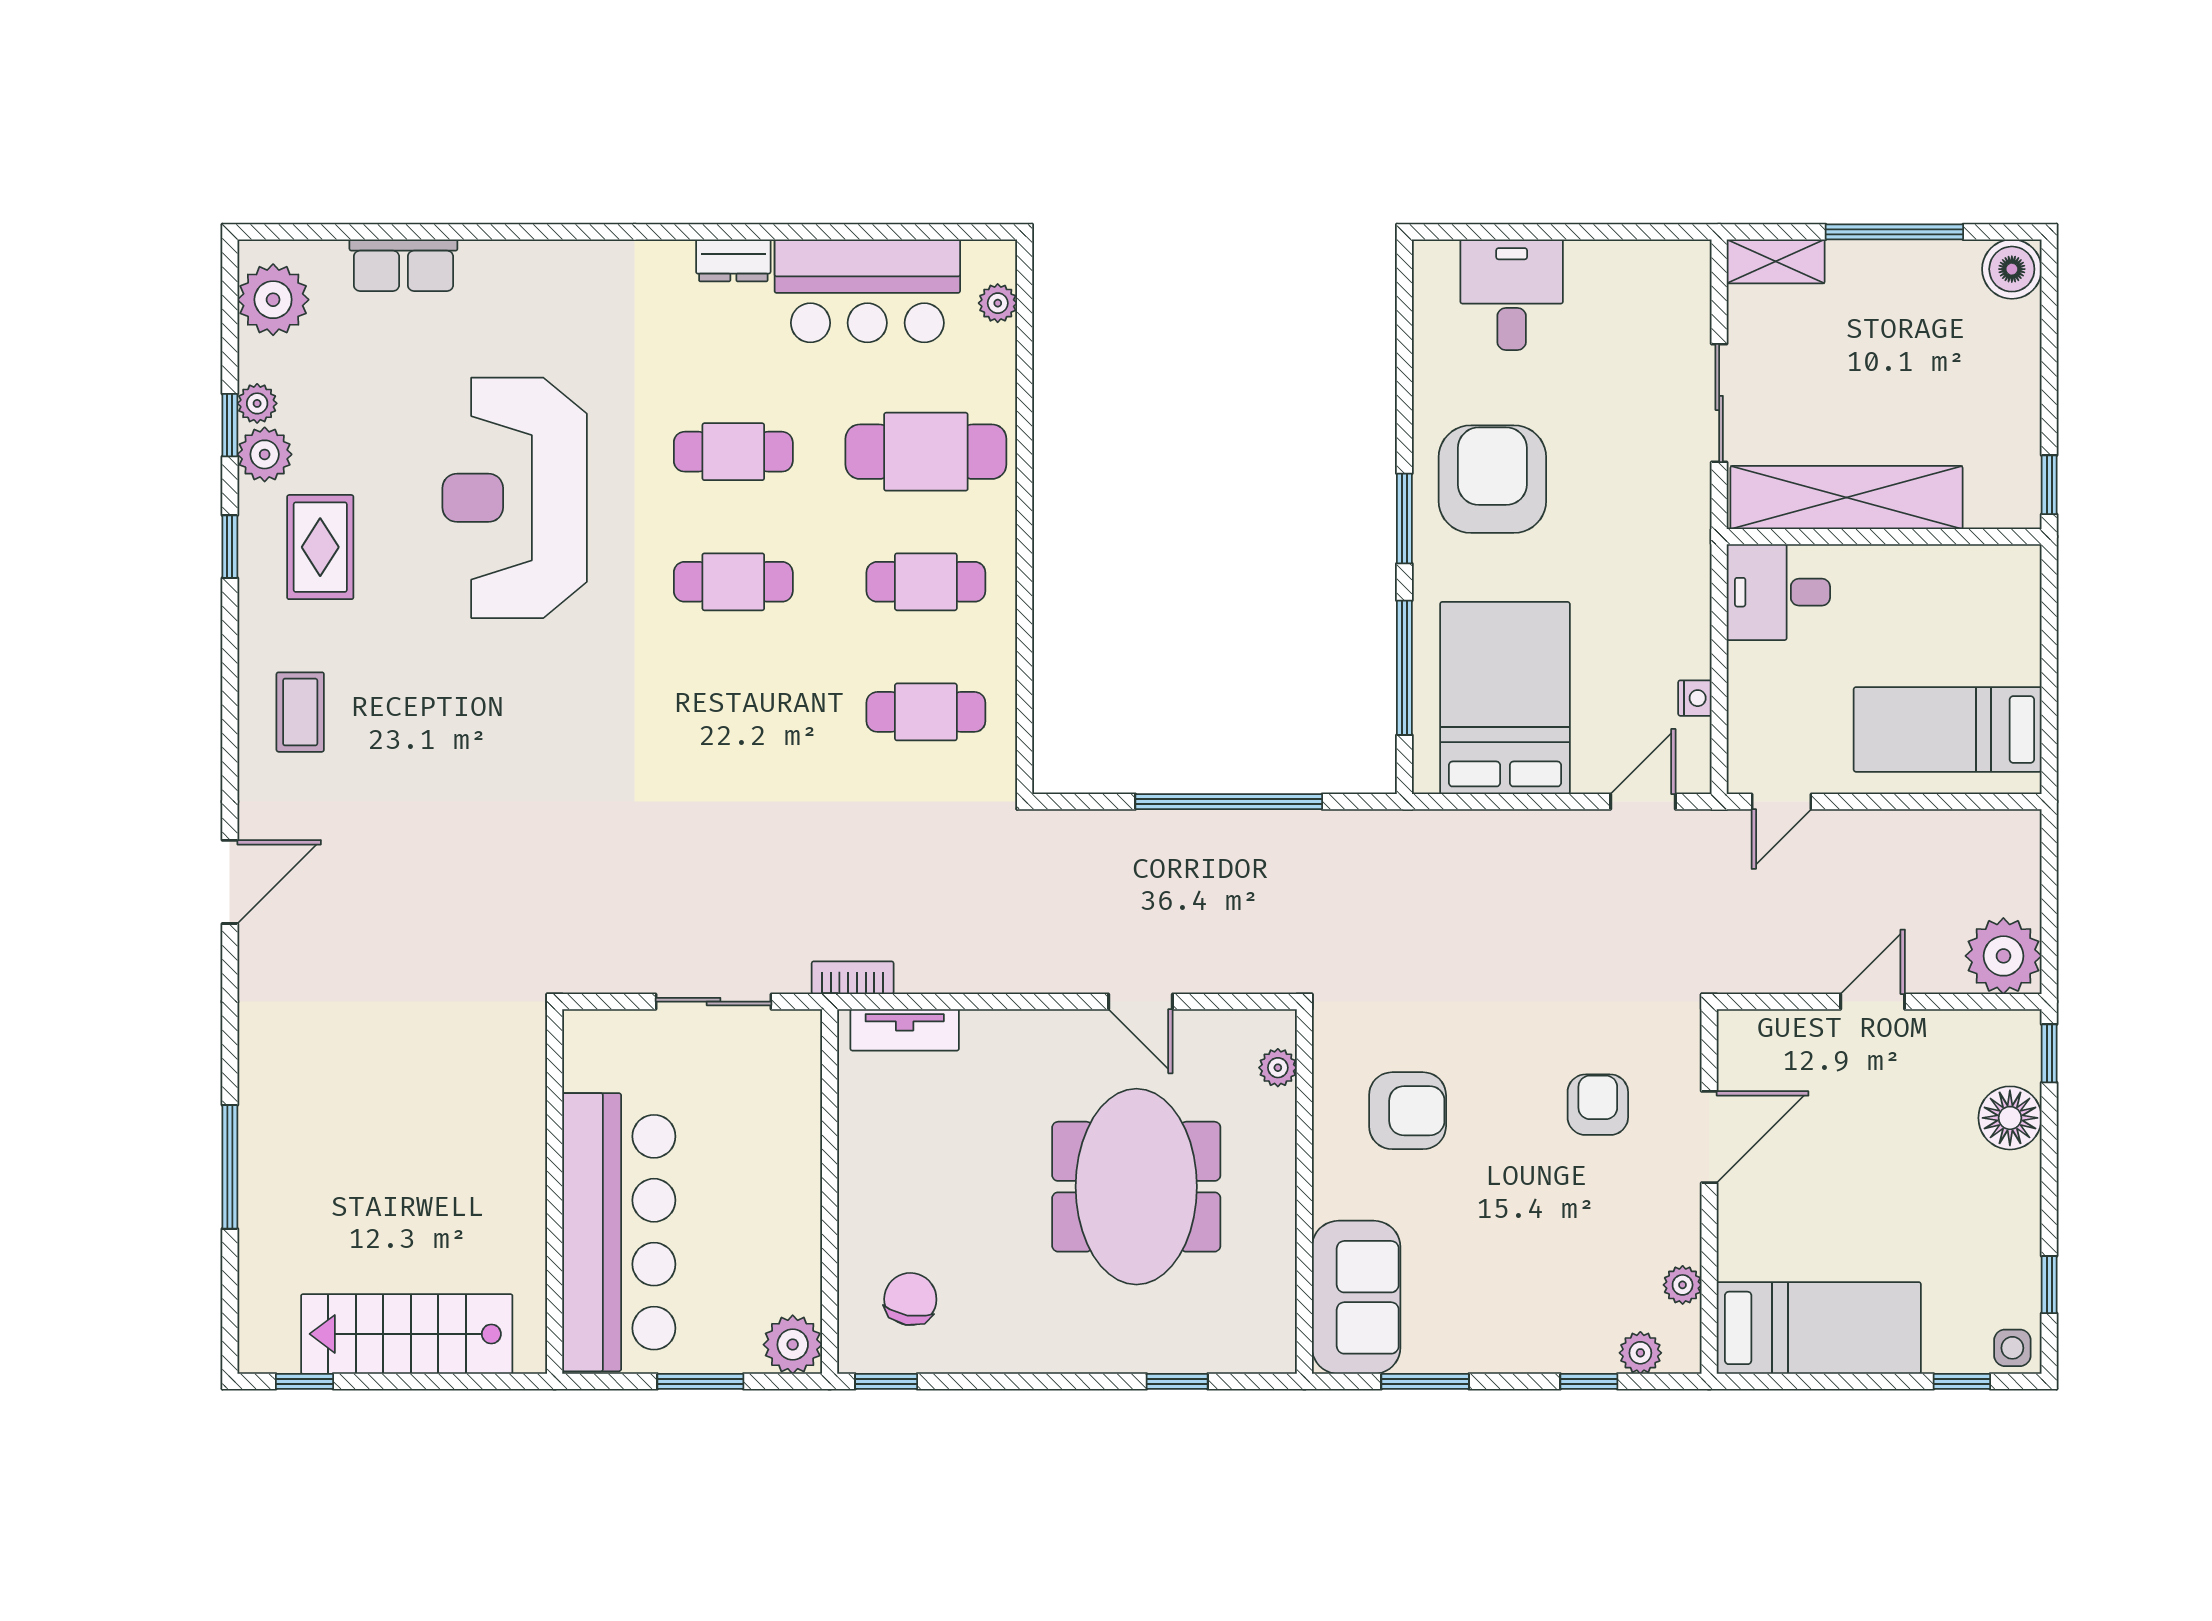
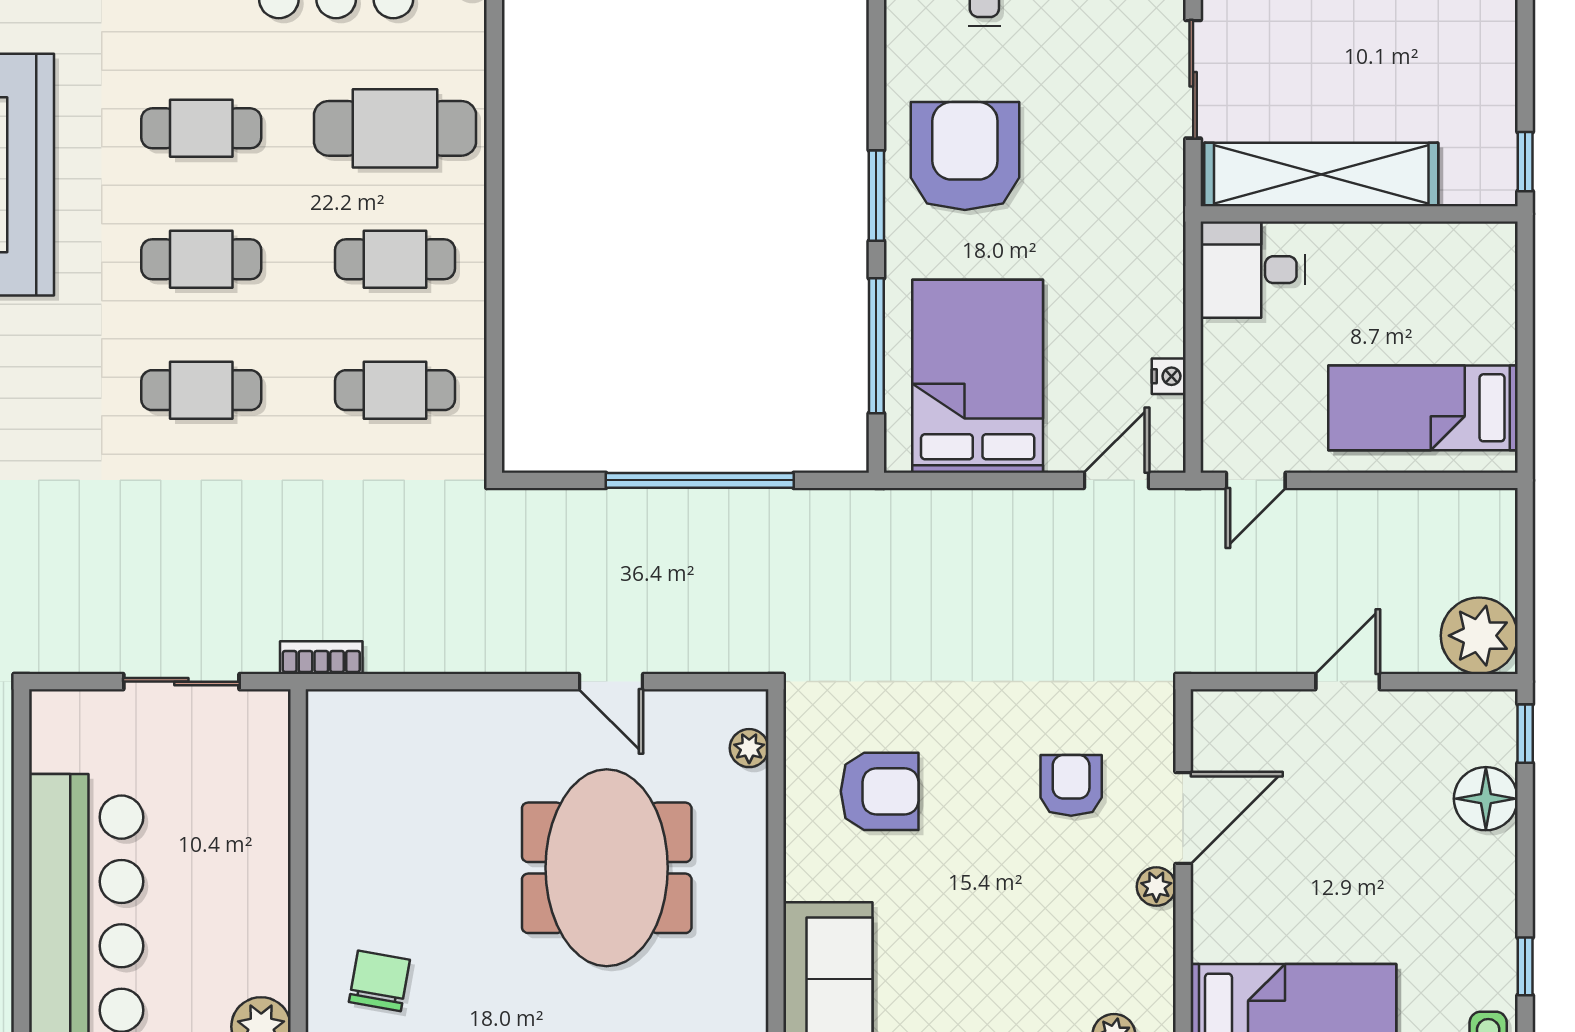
cafe table: (733, 712) -> (201, 390), added
tv unit: (905, 1030) -> (374, 710), removed
plant: (1683, 1285) -> (1156, 887), moved

